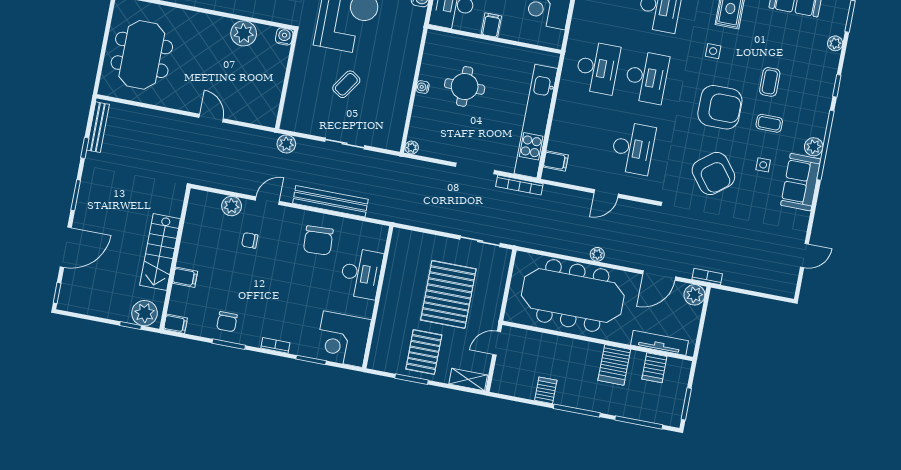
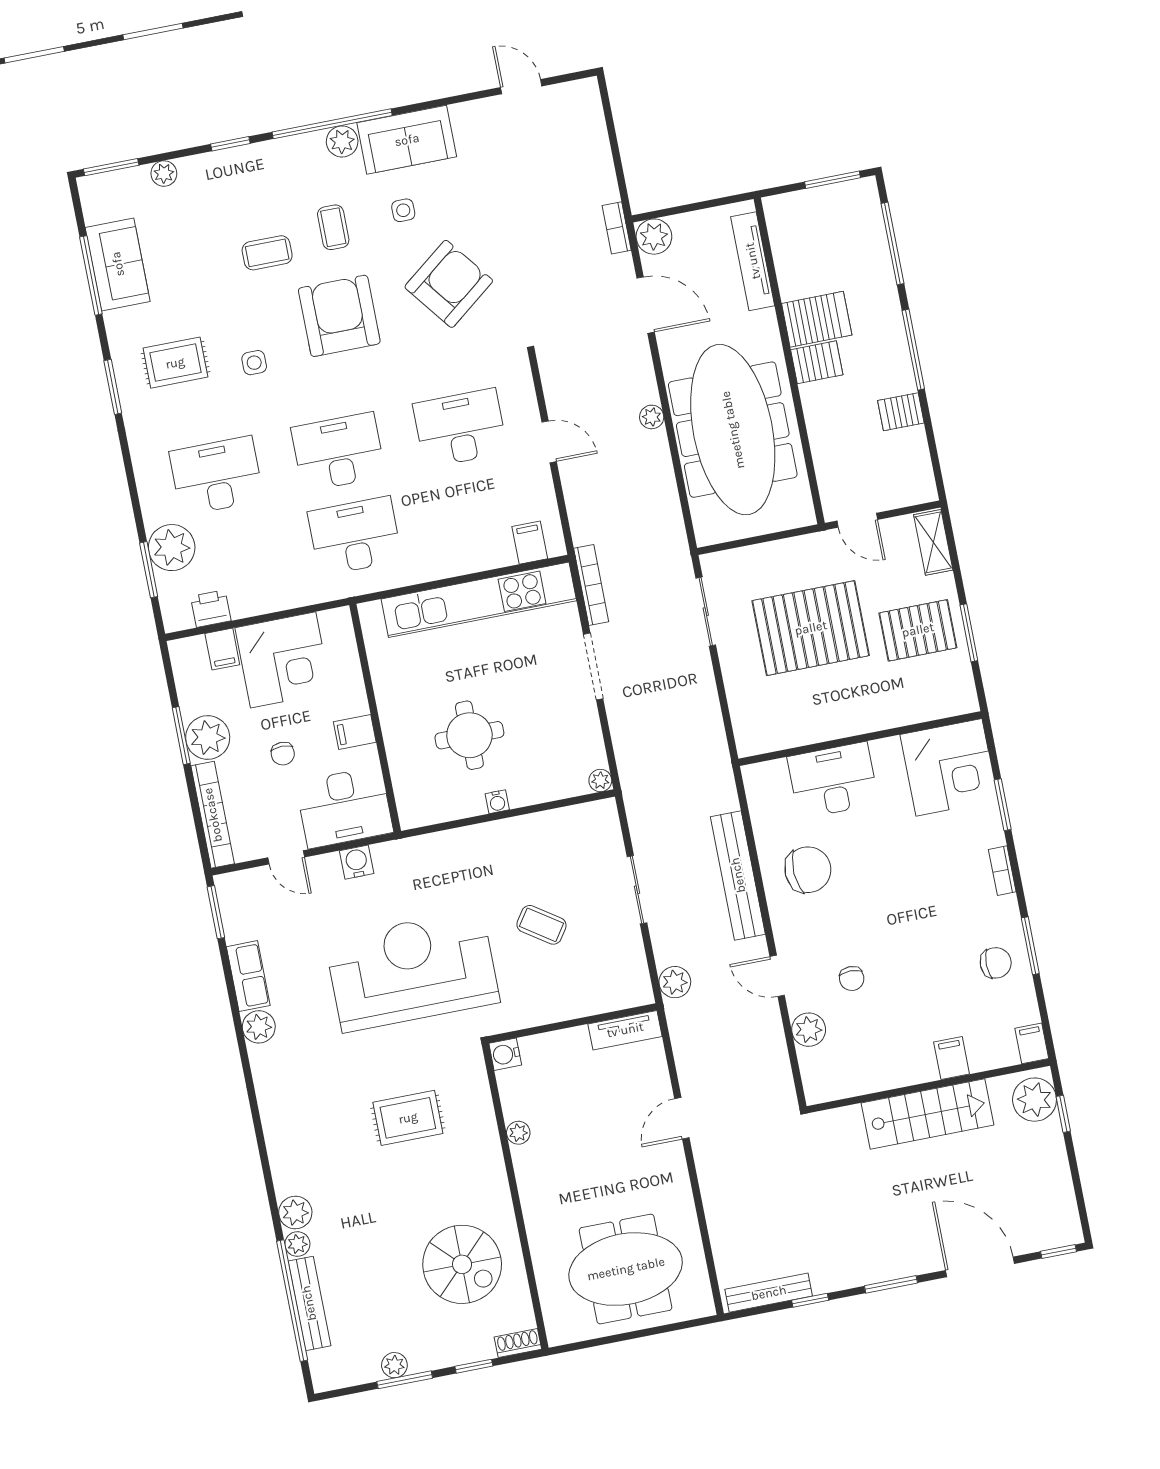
plant: (244, 33) -> (518, 1133), width x0.53, depth x0.53
tv unit: (271, 106) -> (625, 1030), added
server rack: (654, 368) -> (817, 362), moved

